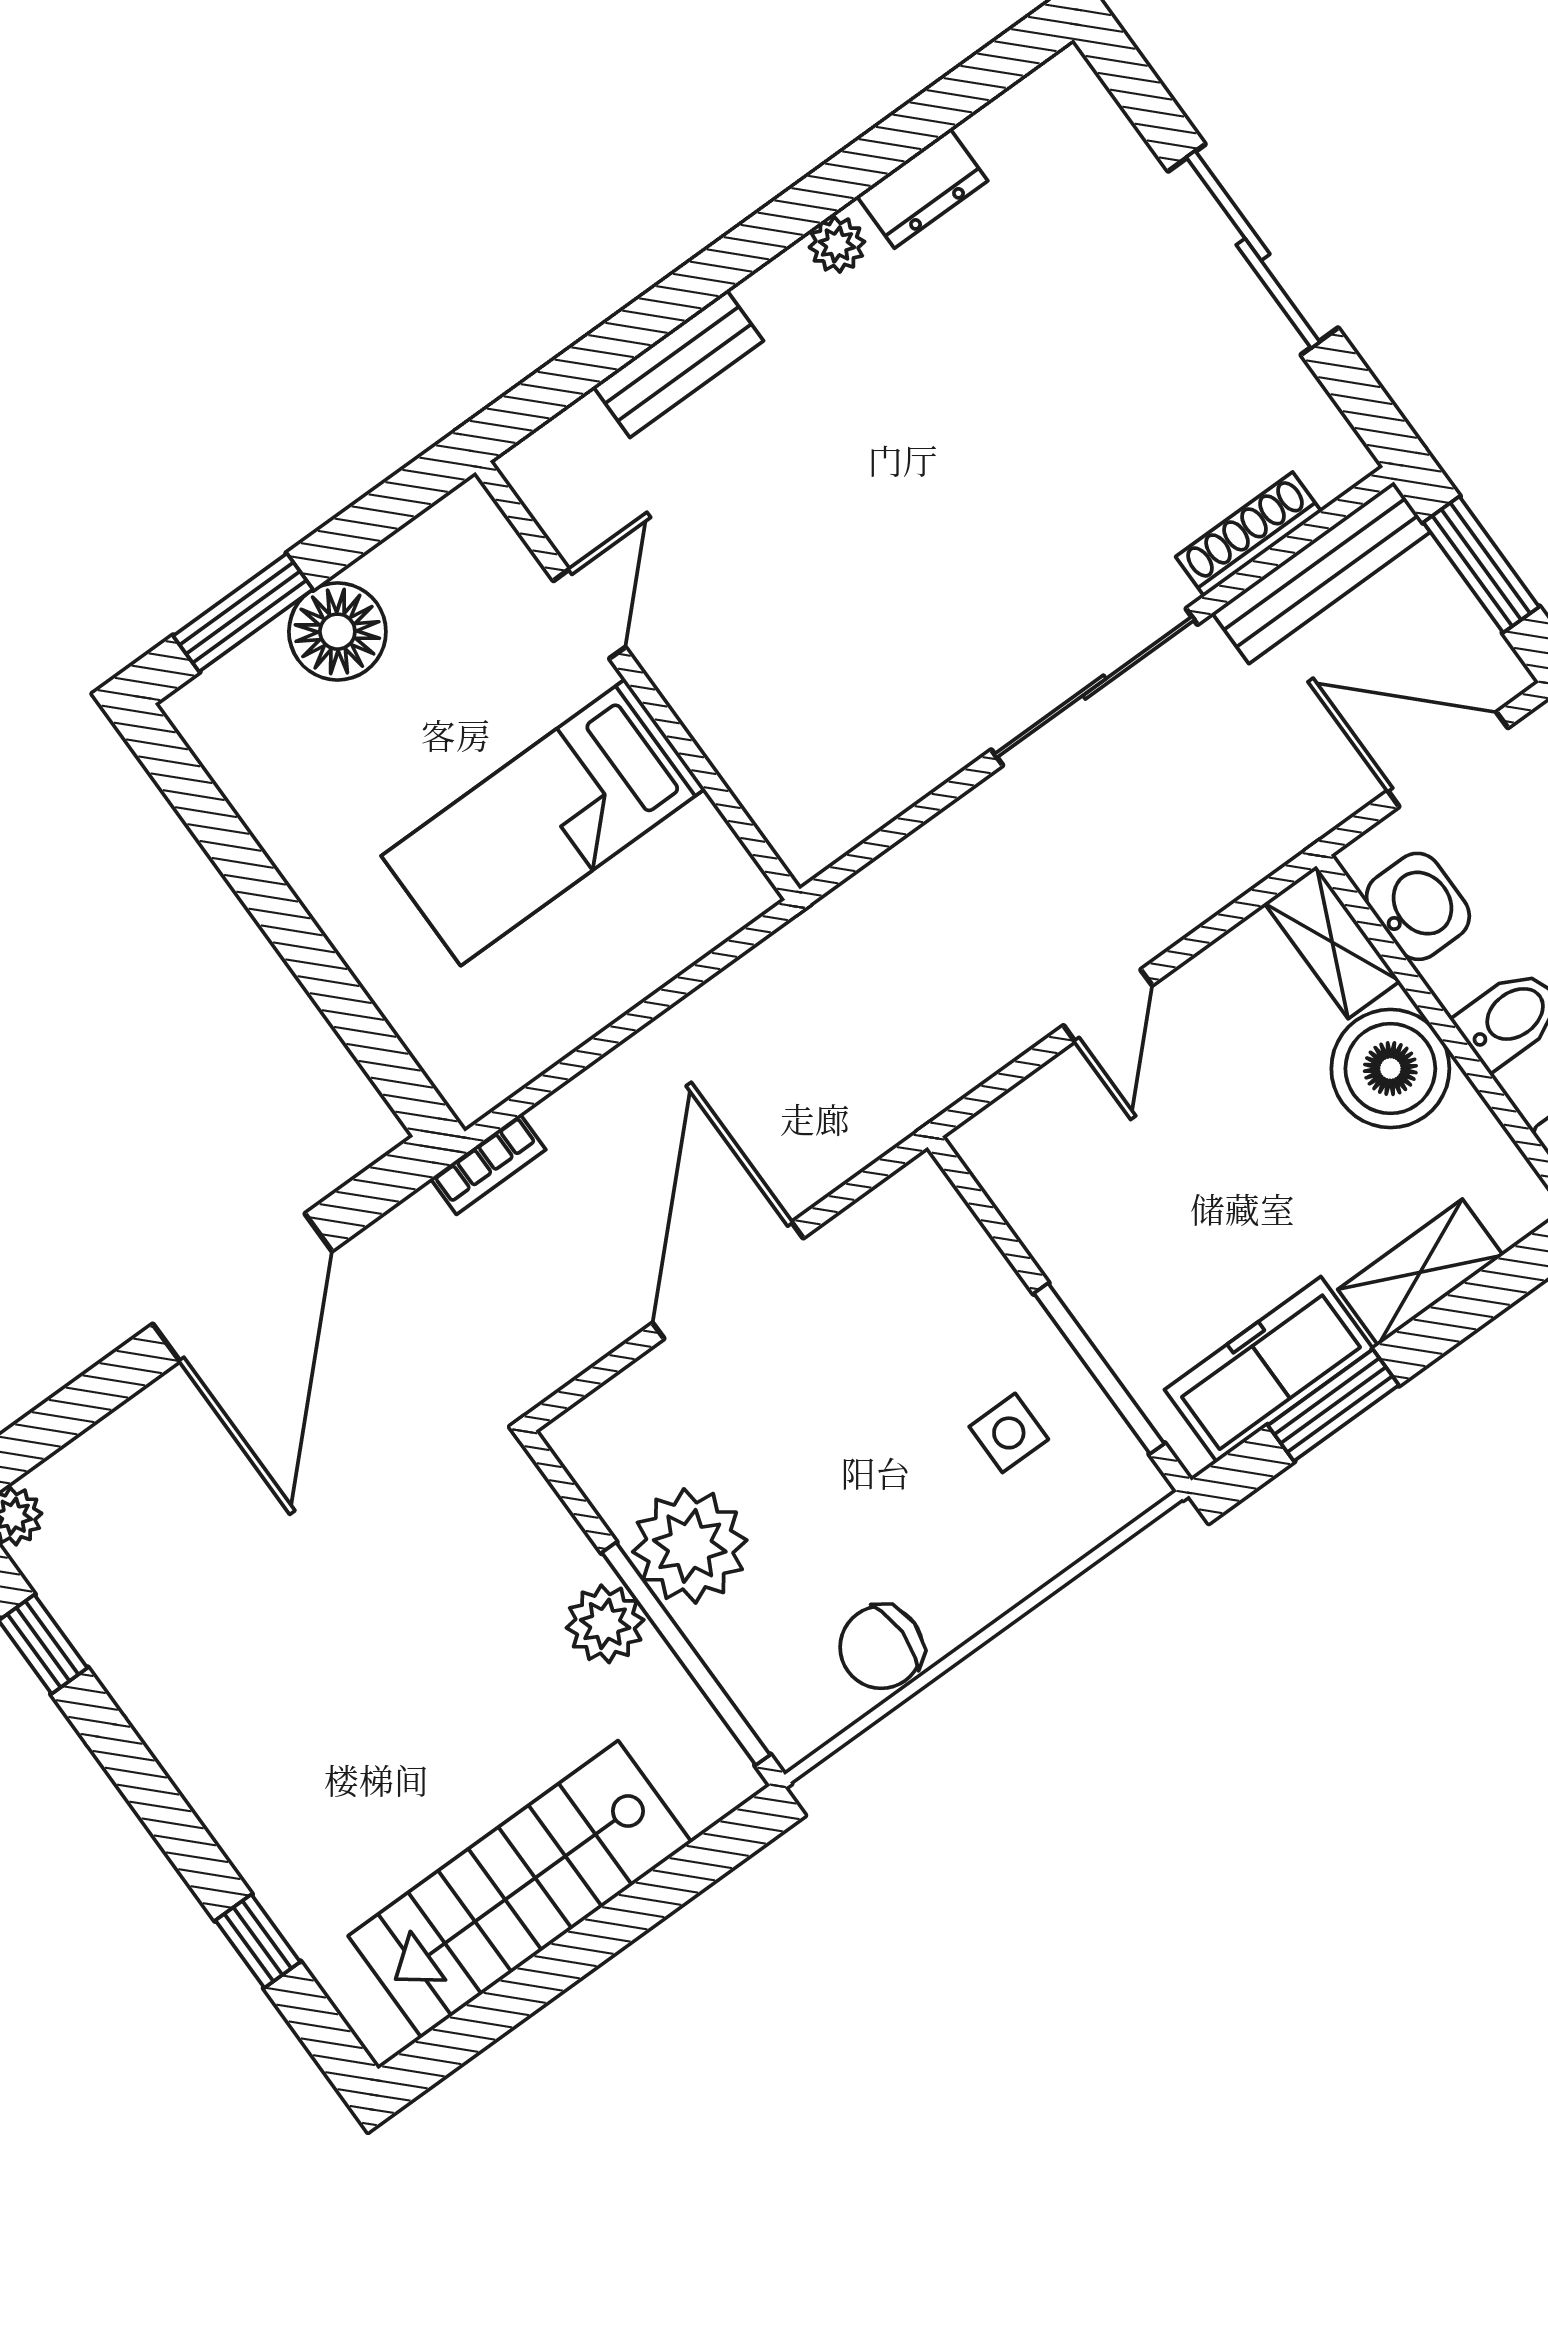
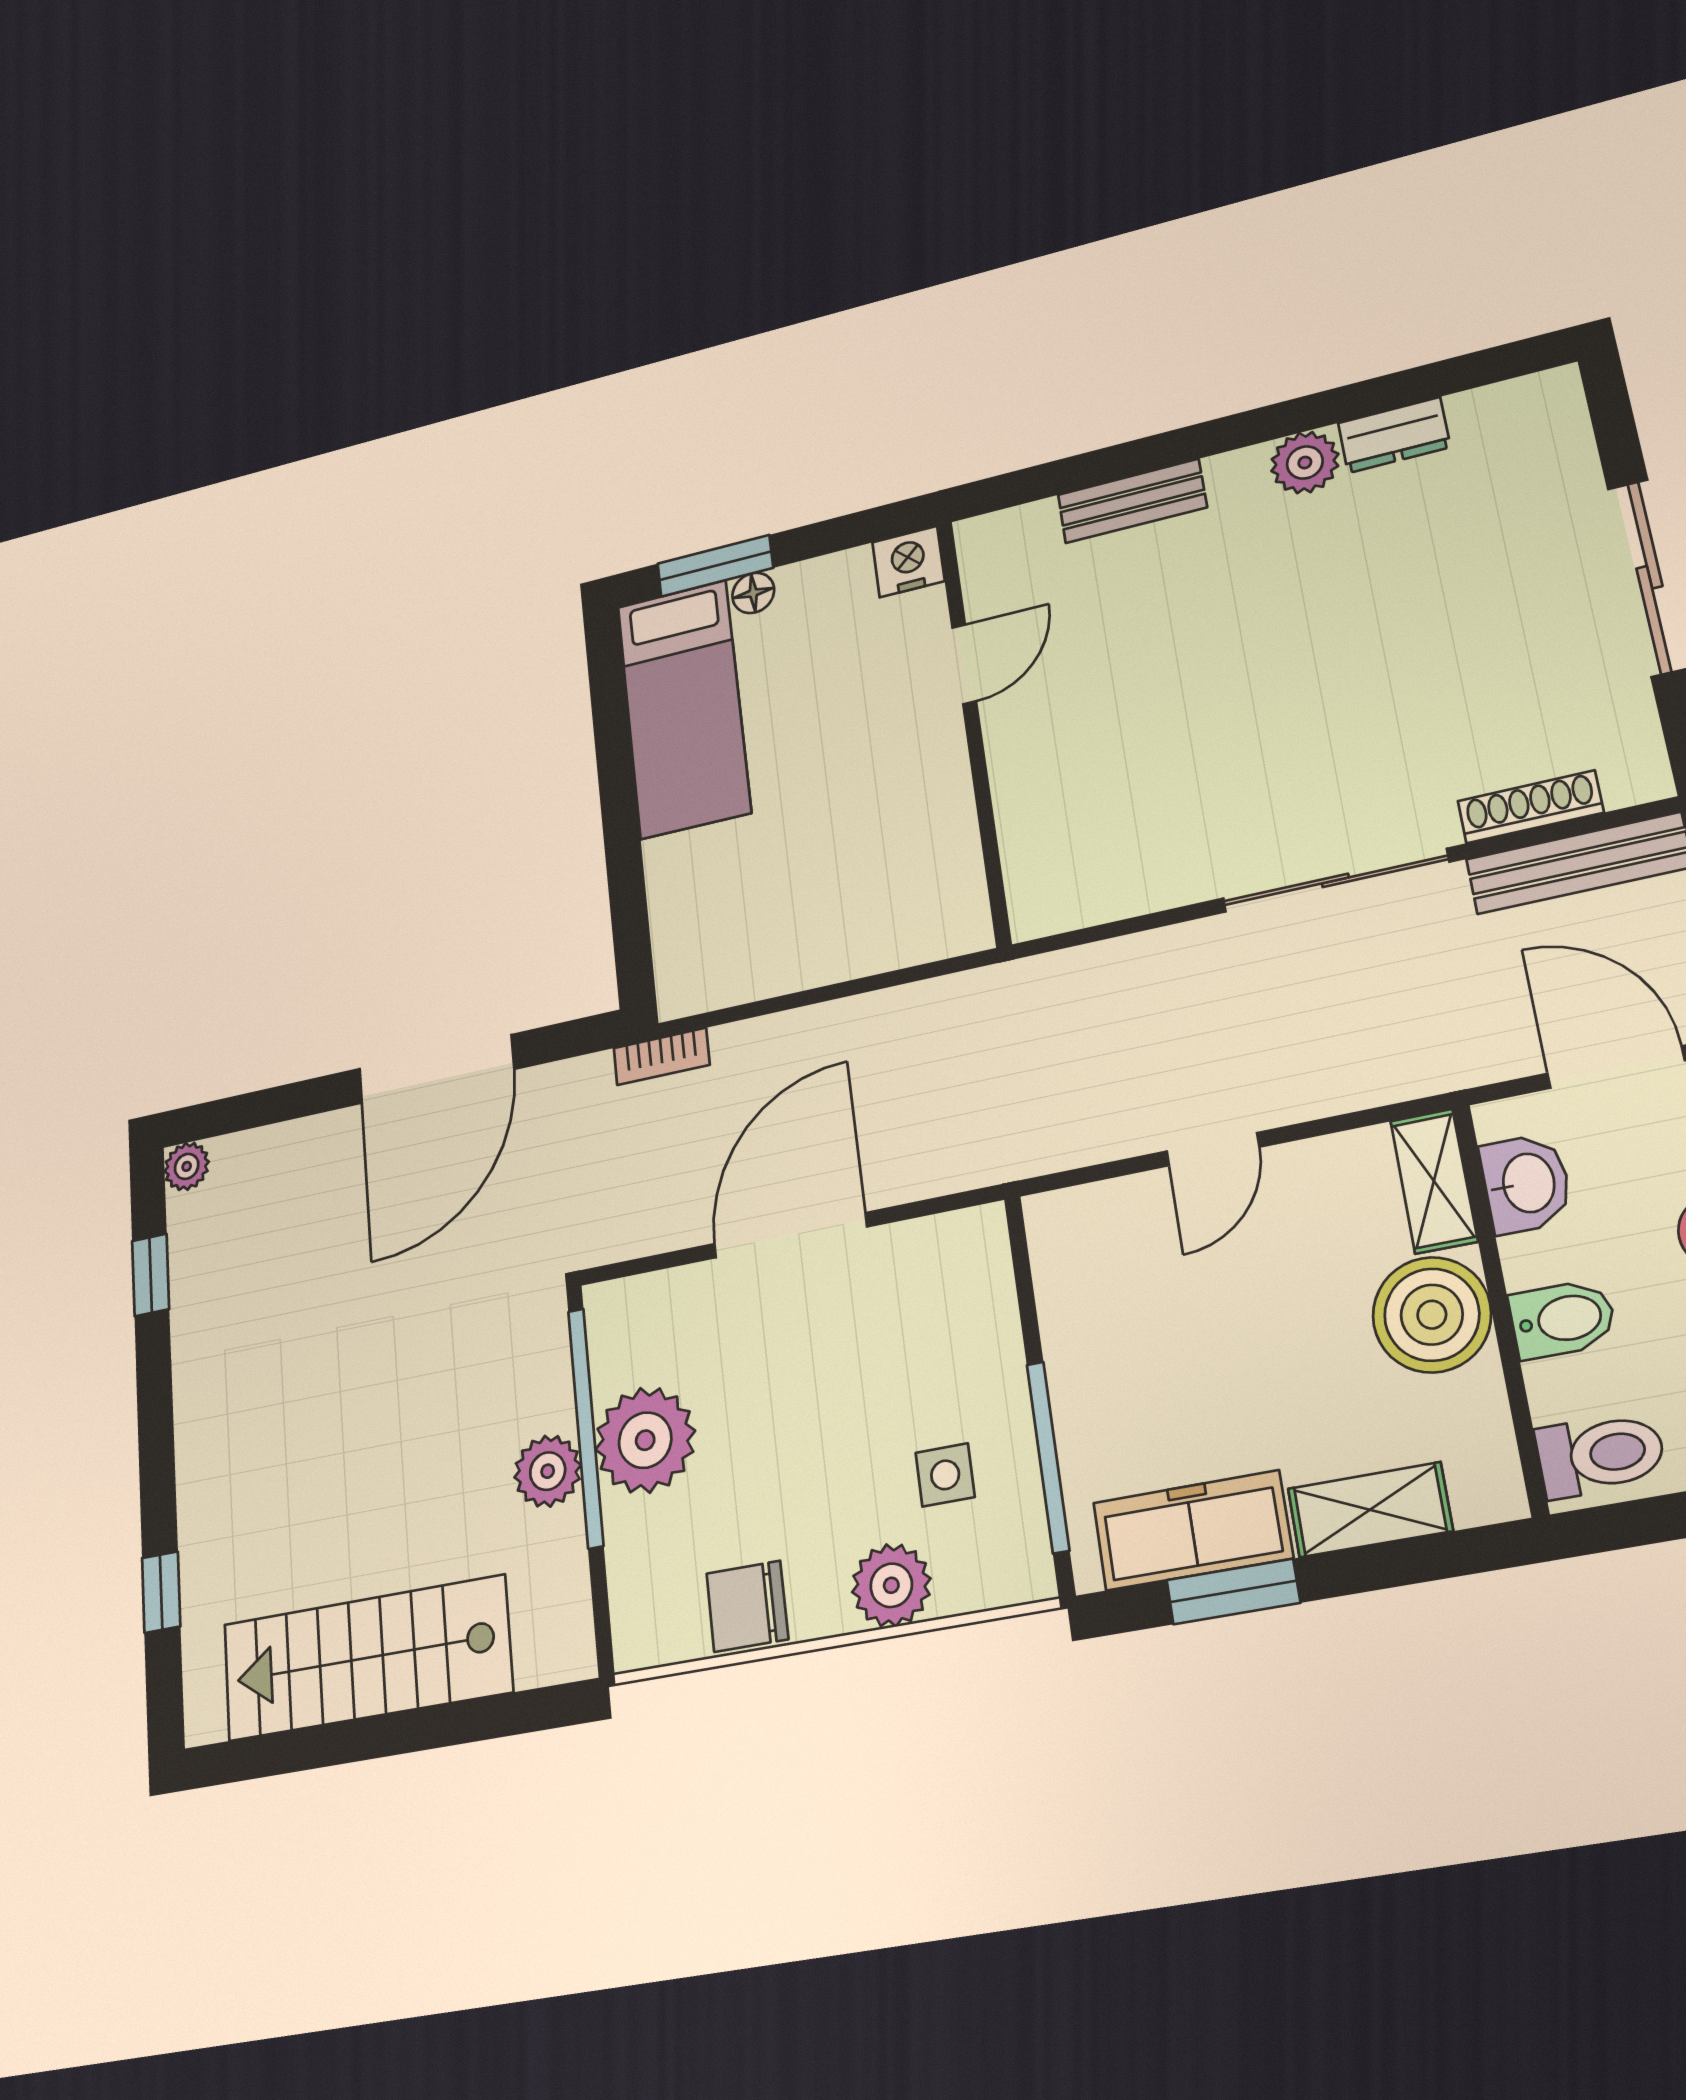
plant: (837, 244) -> (1305, 463), width x1.38, depth x1.38
nightstand: (465, 524) -> (908, 562), added
floor lamp: (337, 632) -> (753, 593), width x0.53, depth x0.53
bed: (543, 822) -> (684, 708), moved, turned -90
plant: (1011, 1558) -> (891, 1585), added
window: (686, 1654) -> (586, 1427), moved

